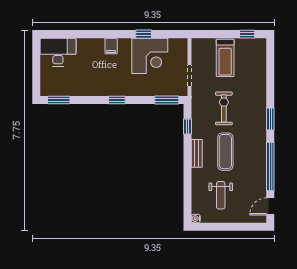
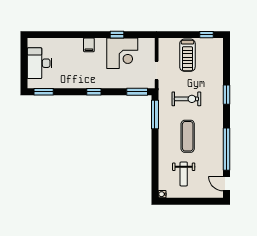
desk: (58, 52) -> (40, 63), moved, turned -90
exercise bike: (224, 108) -> (186, 99), turned 90
window: (270, 119) -> (227, 95), moved
window: (188, 127) -> (155, 115), width x2.17
bench: (197, 153) -> (163, 138), removed
door: (270, 206) -> (227, 184), hinge flipped

